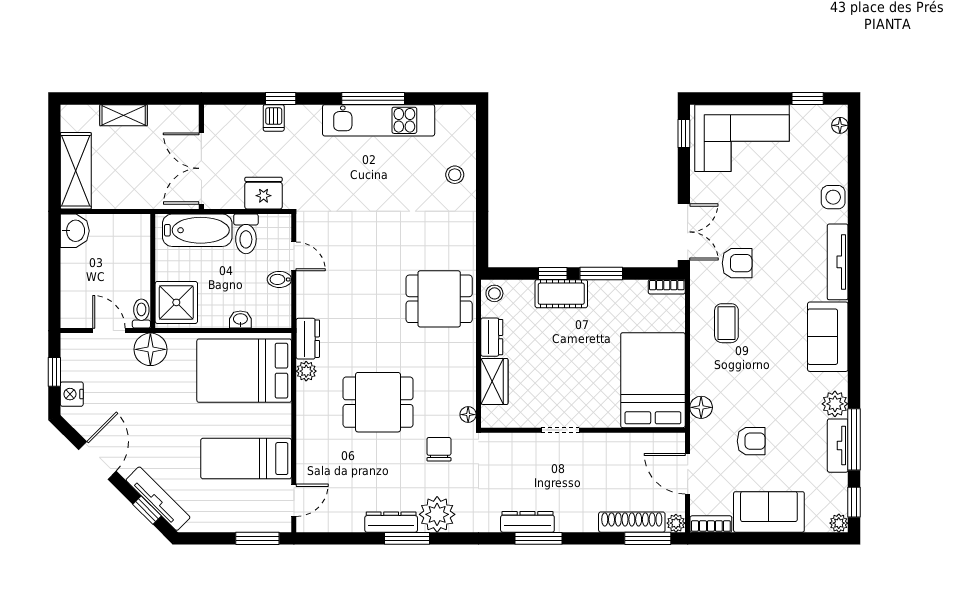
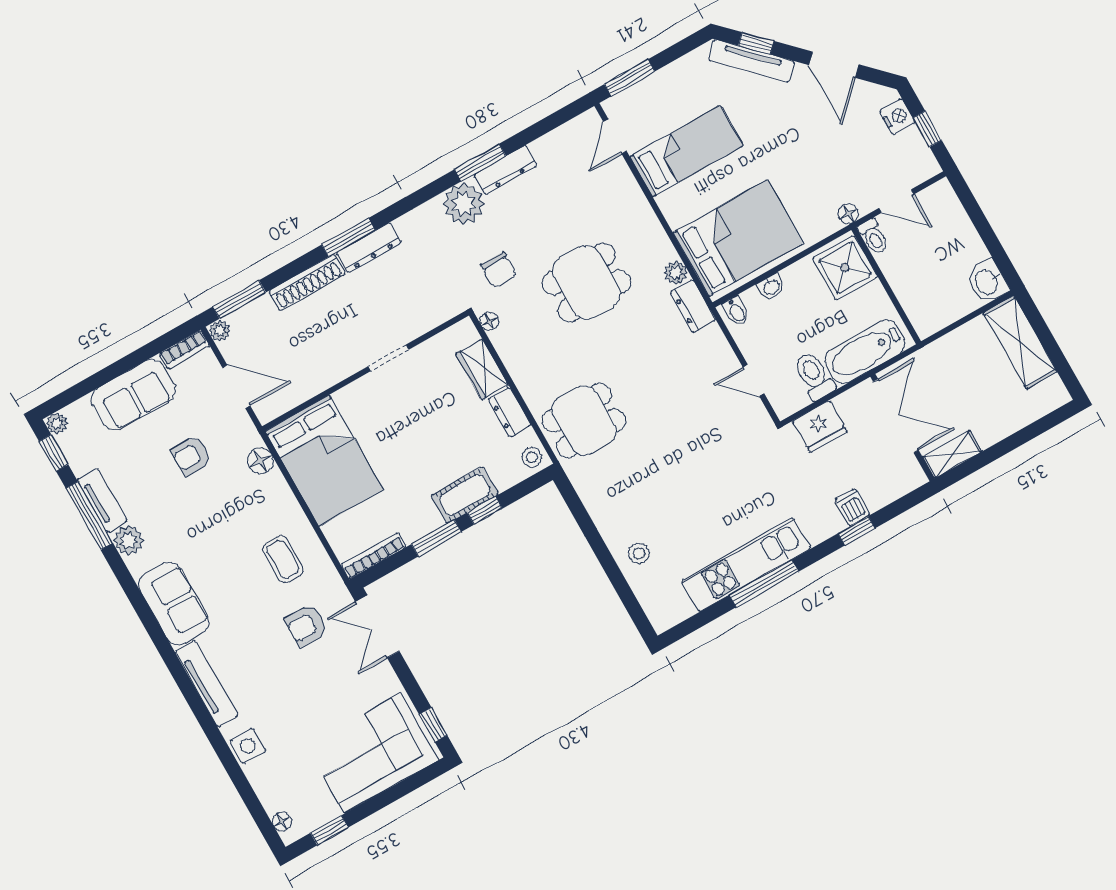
shelving: (124, 115) -> (952, 454), moved
bidet: (279, 279) -> (736, 311), moved, turned 90
bookcase: (667, 287) -> (374, 556), width x1.56
floor lamp: (150, 349) -> (848, 214), width x0.53, depth x0.53
shoe rack: (632, 522) -> (307, 283), moved

